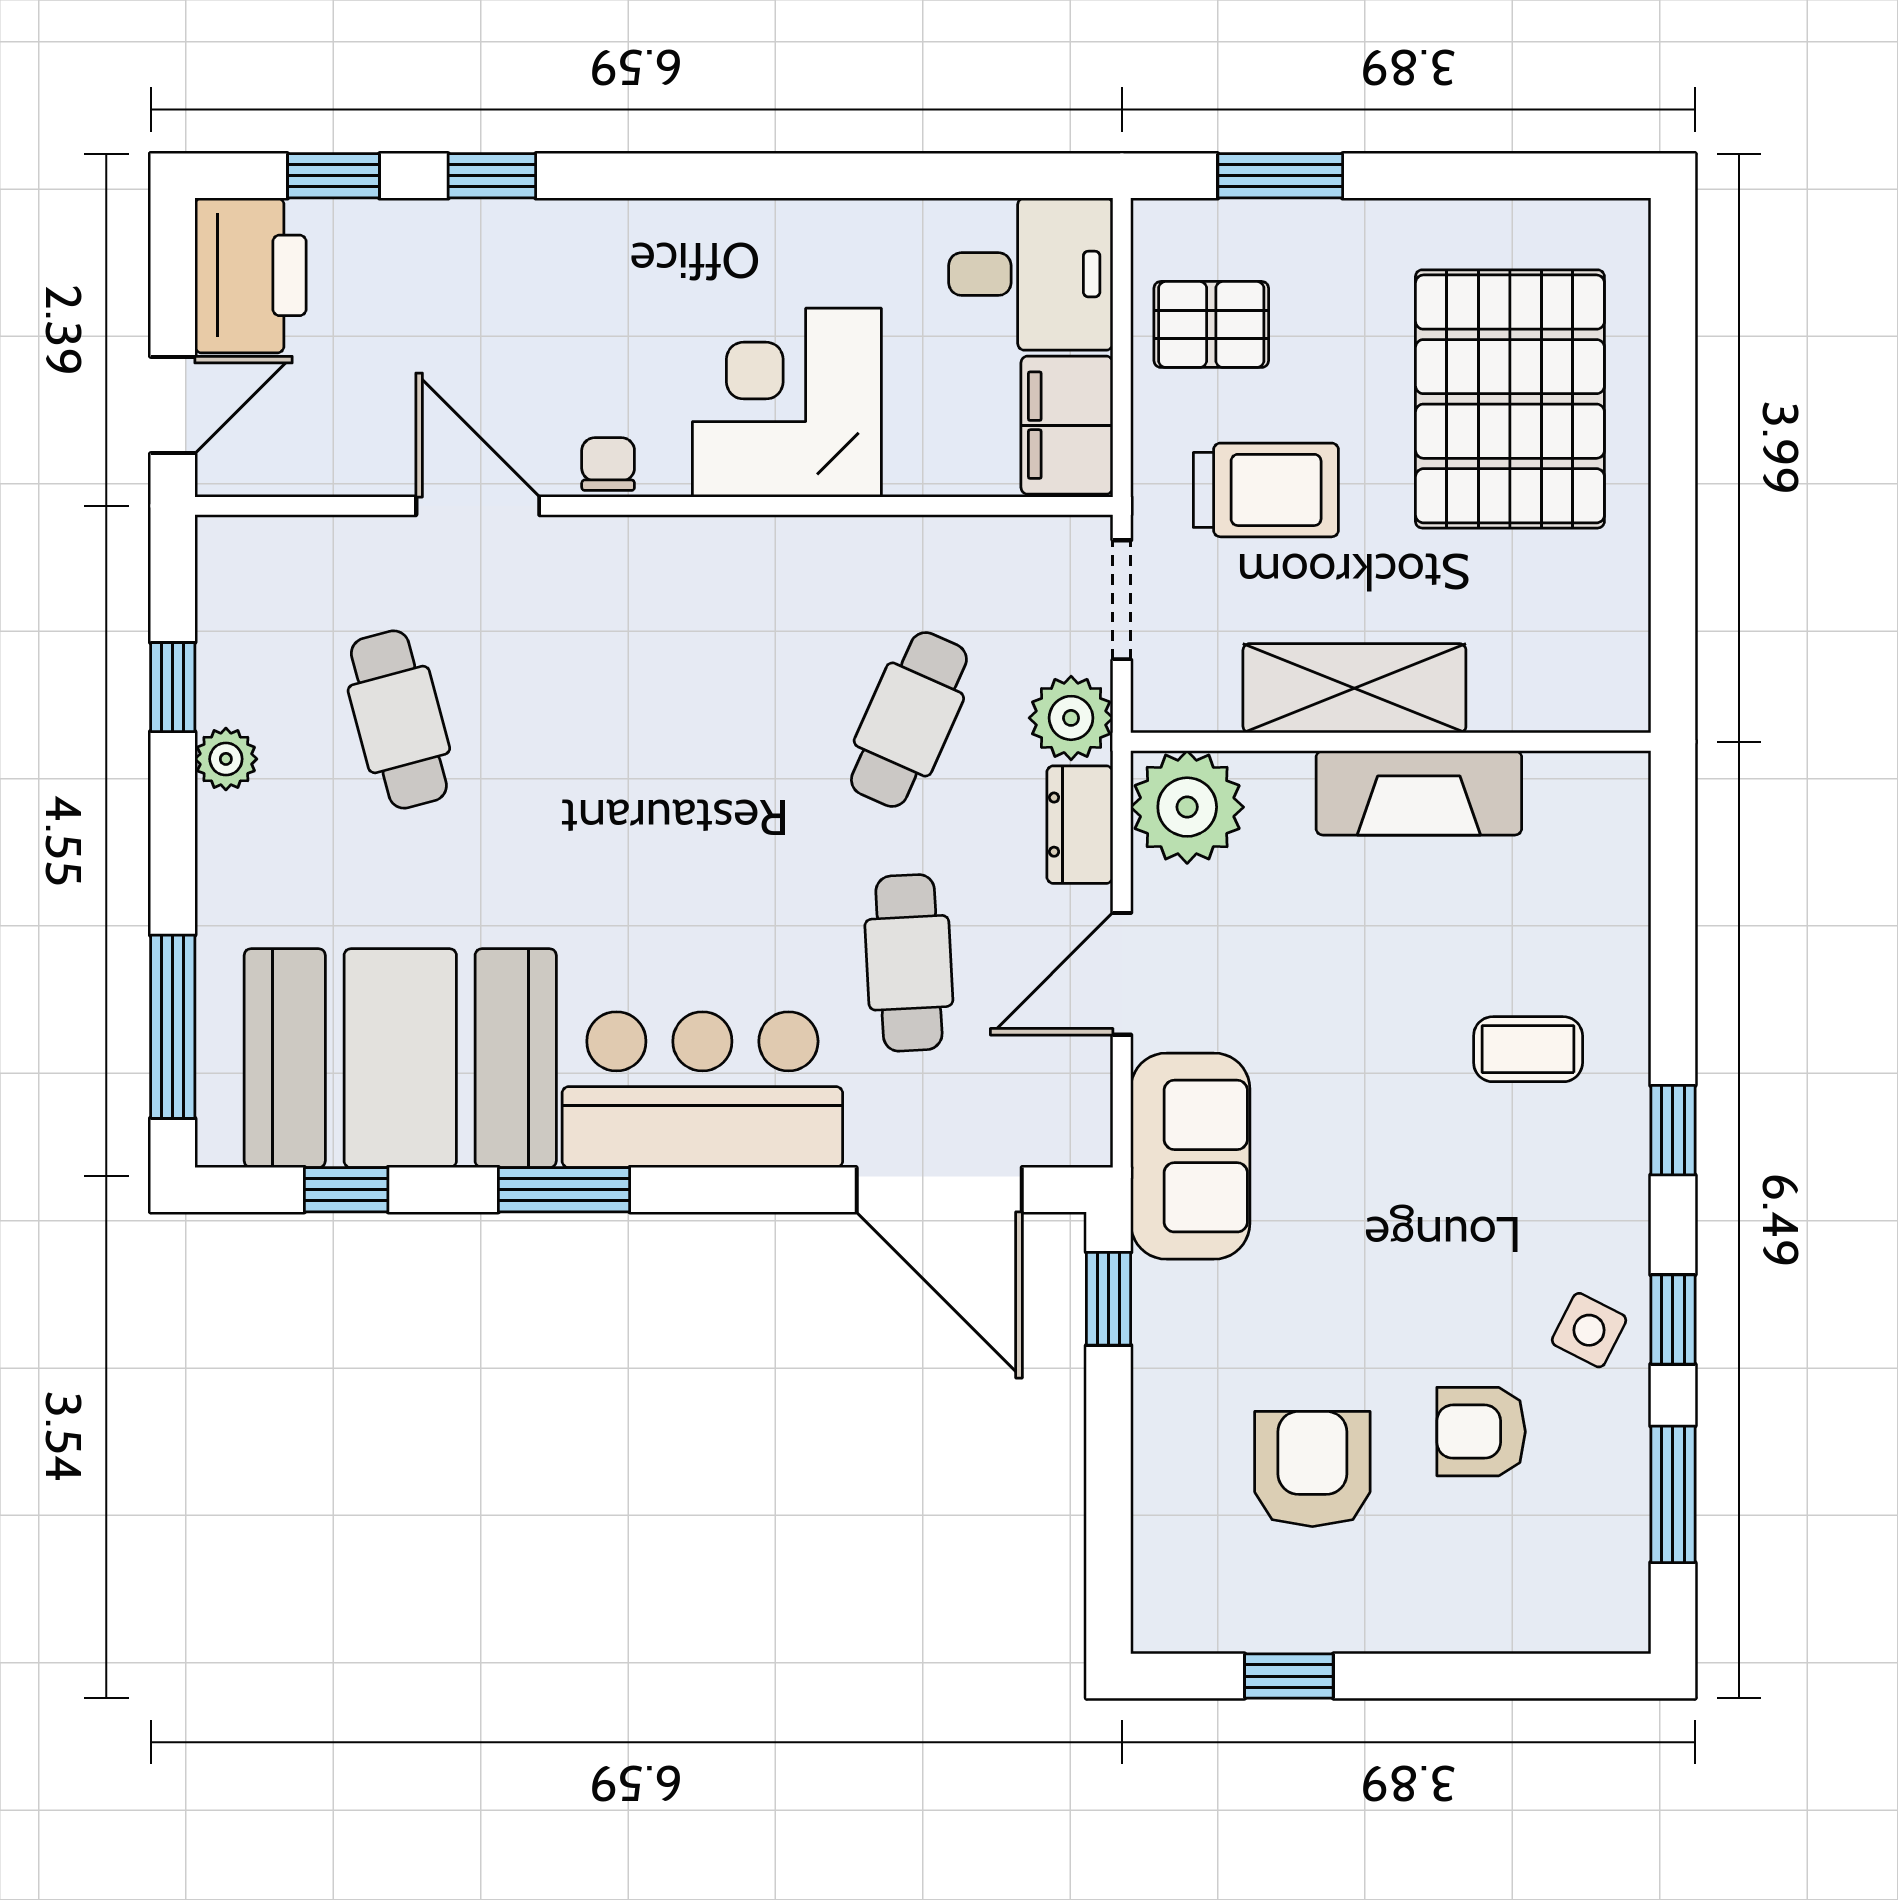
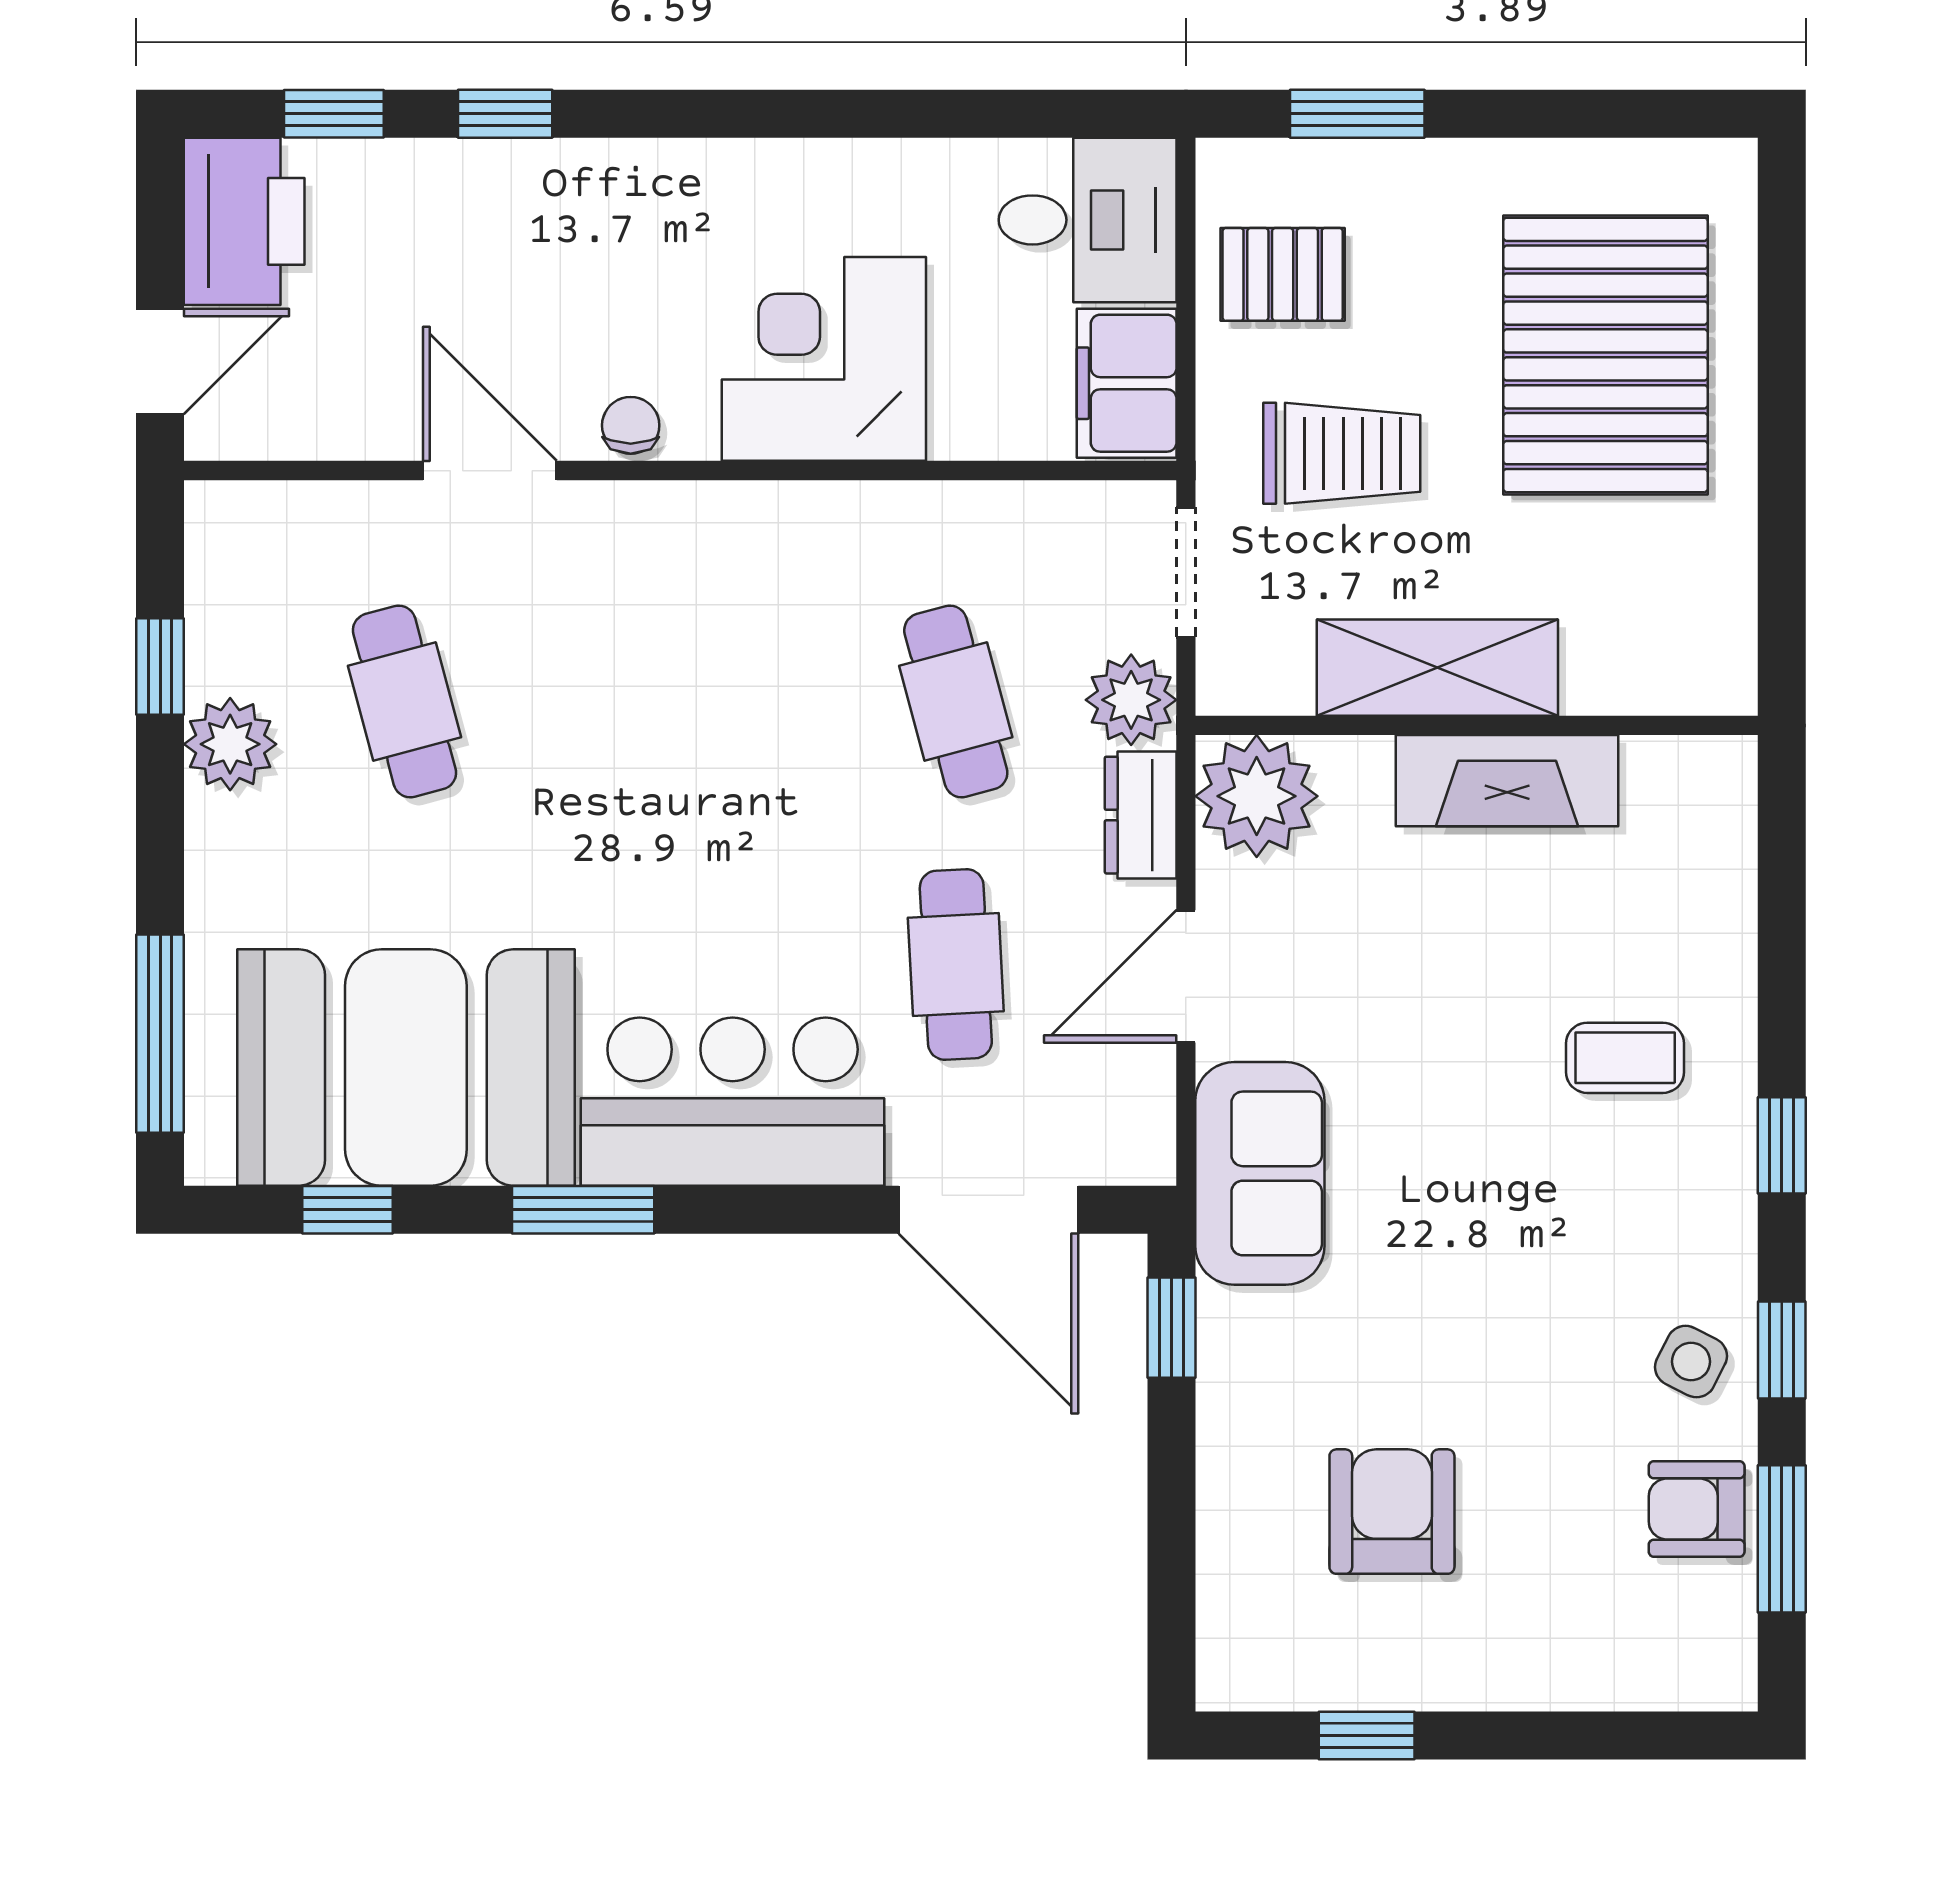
cafe table: (909, 720) -> (956, 701), turned -39
plant: (226, 759) -> (230, 744), width x1.38, depth x1.38
armchair: (1481, 1432) -> (1697, 1509), moved

